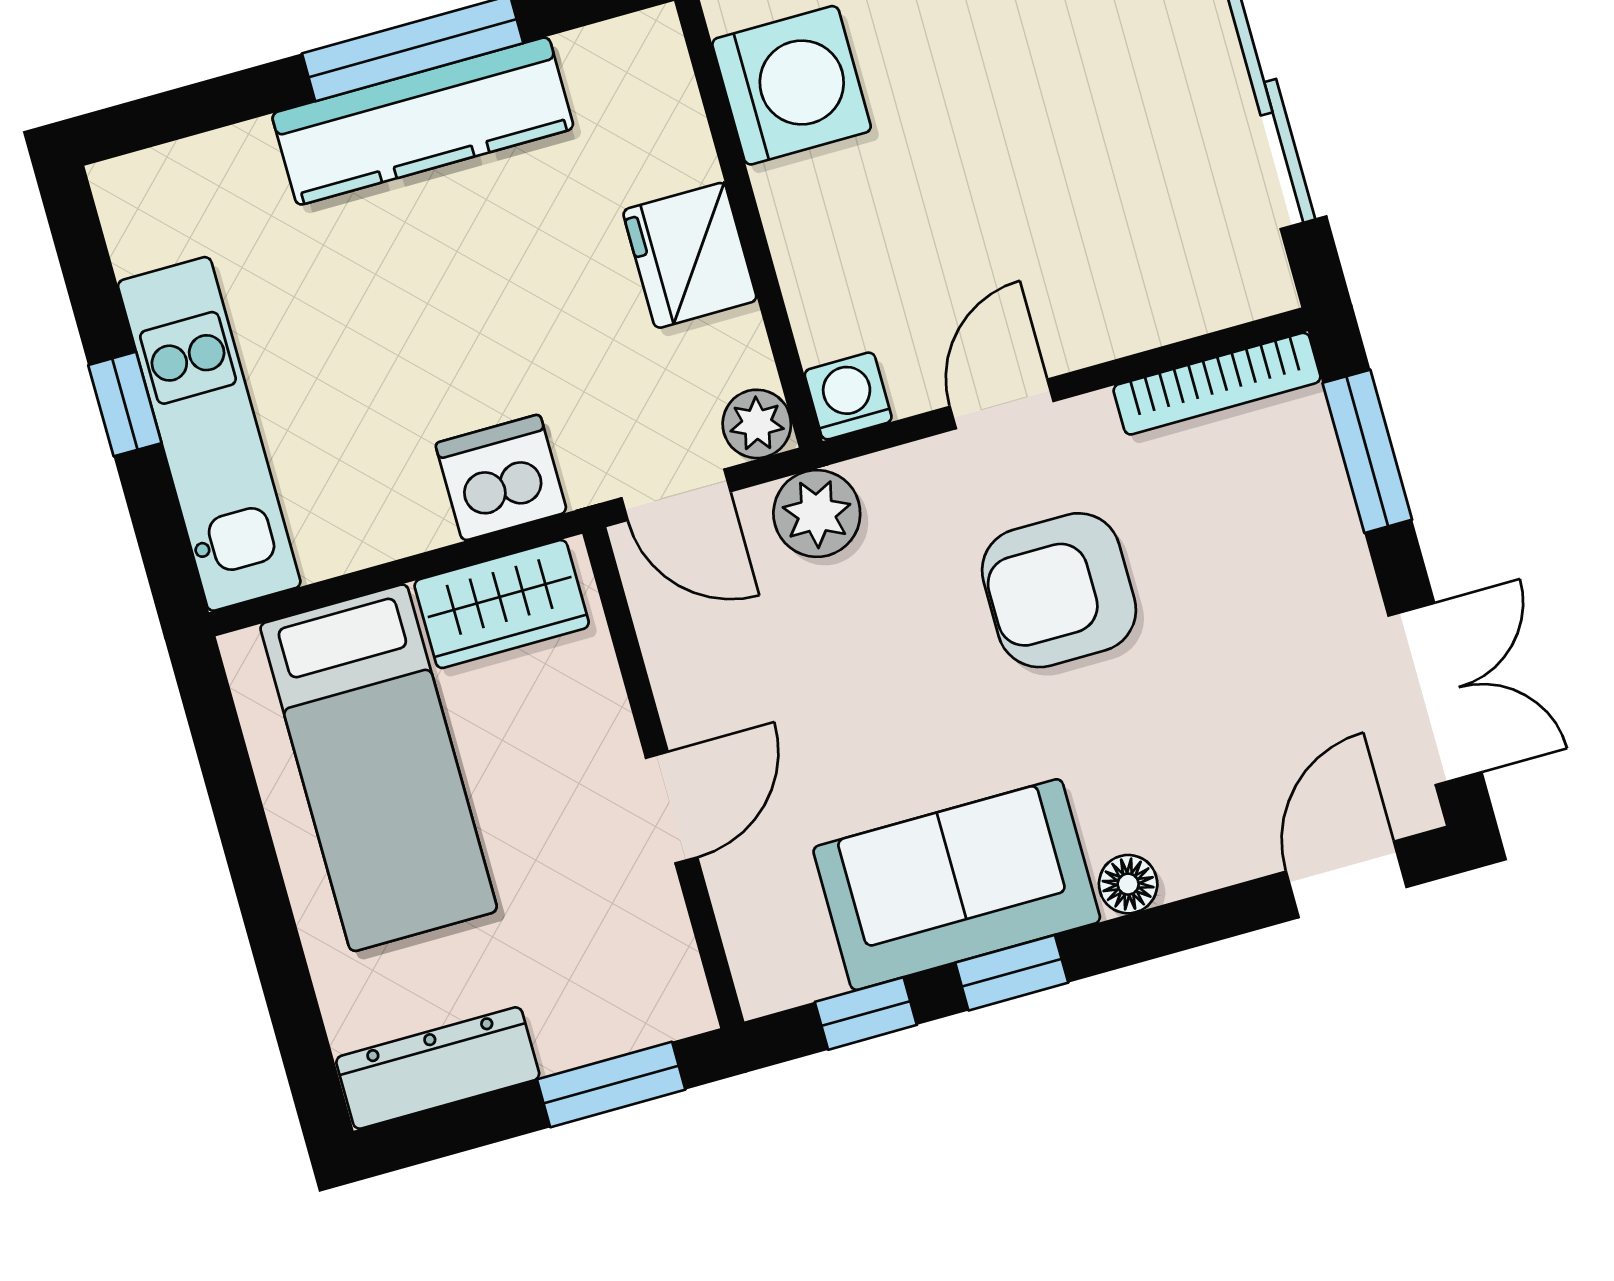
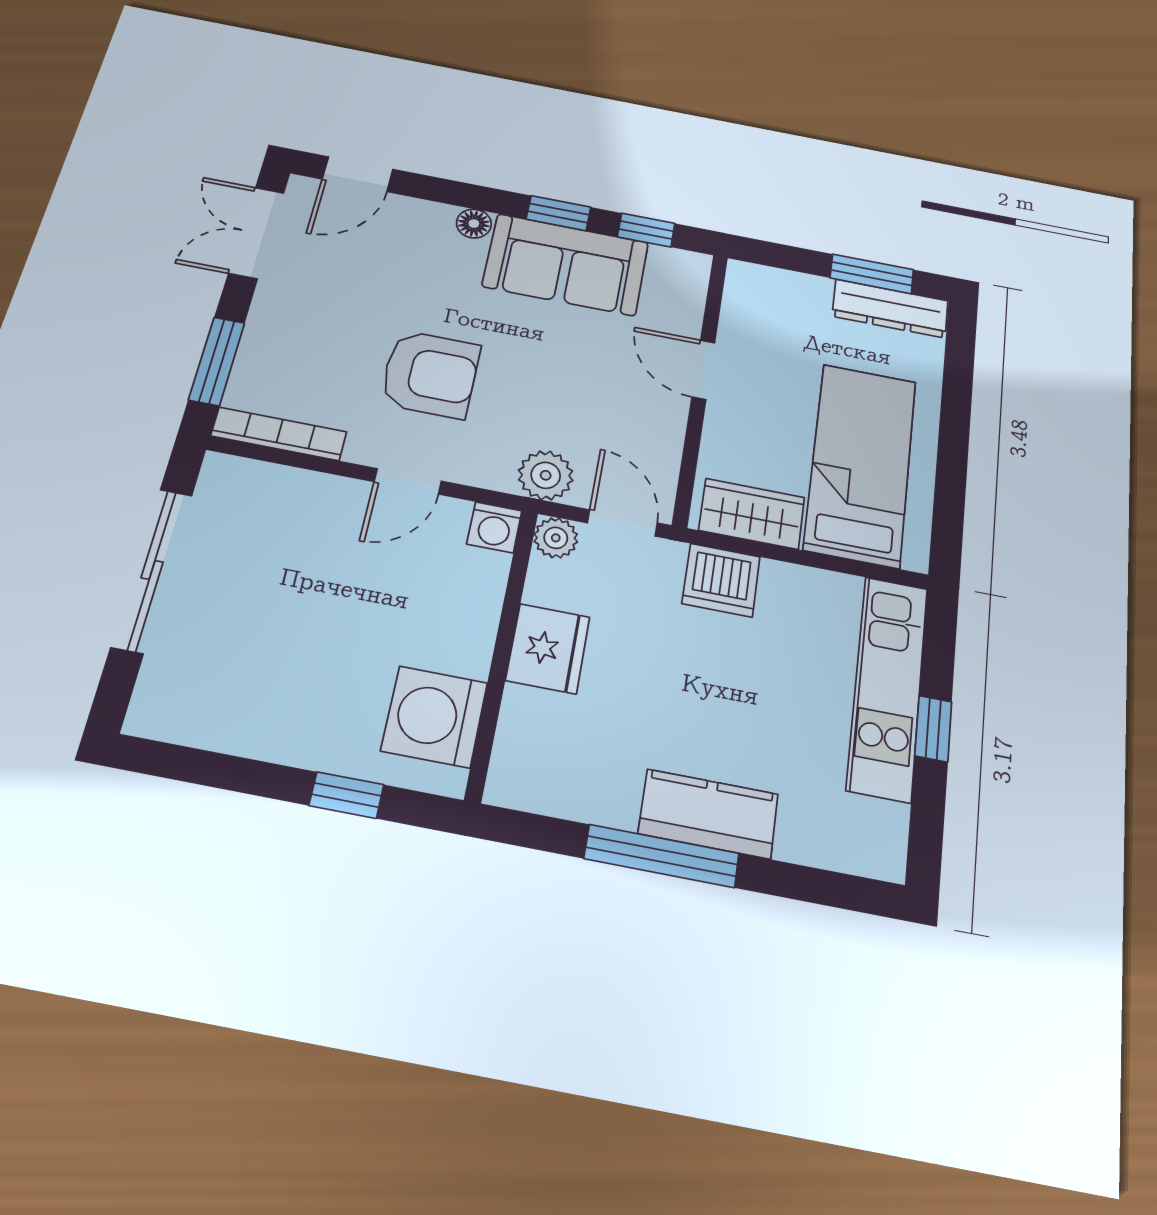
kitchen counter: (423, 121) -> (708, 814), width x0.67
door: (672, 808) -> (703, 370), hinge flipped
window: (611, 1085) -> (872, 274), moved

